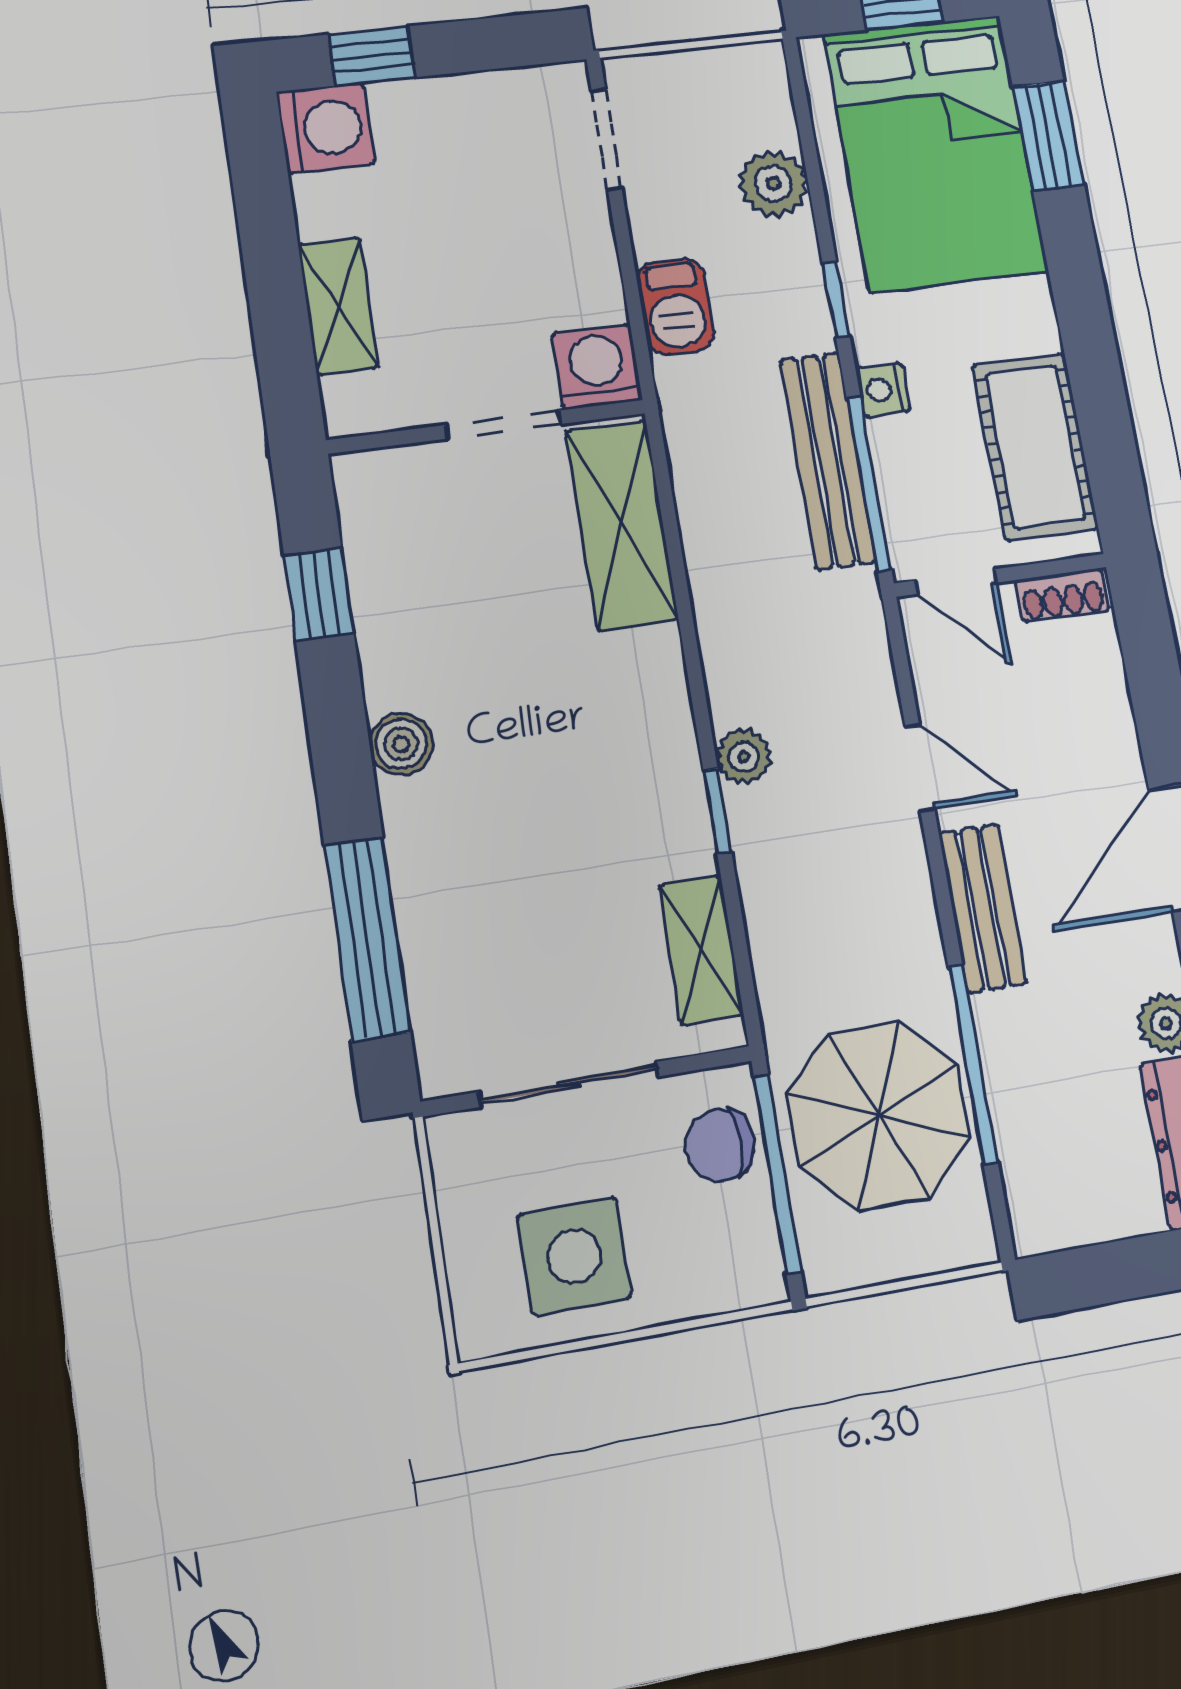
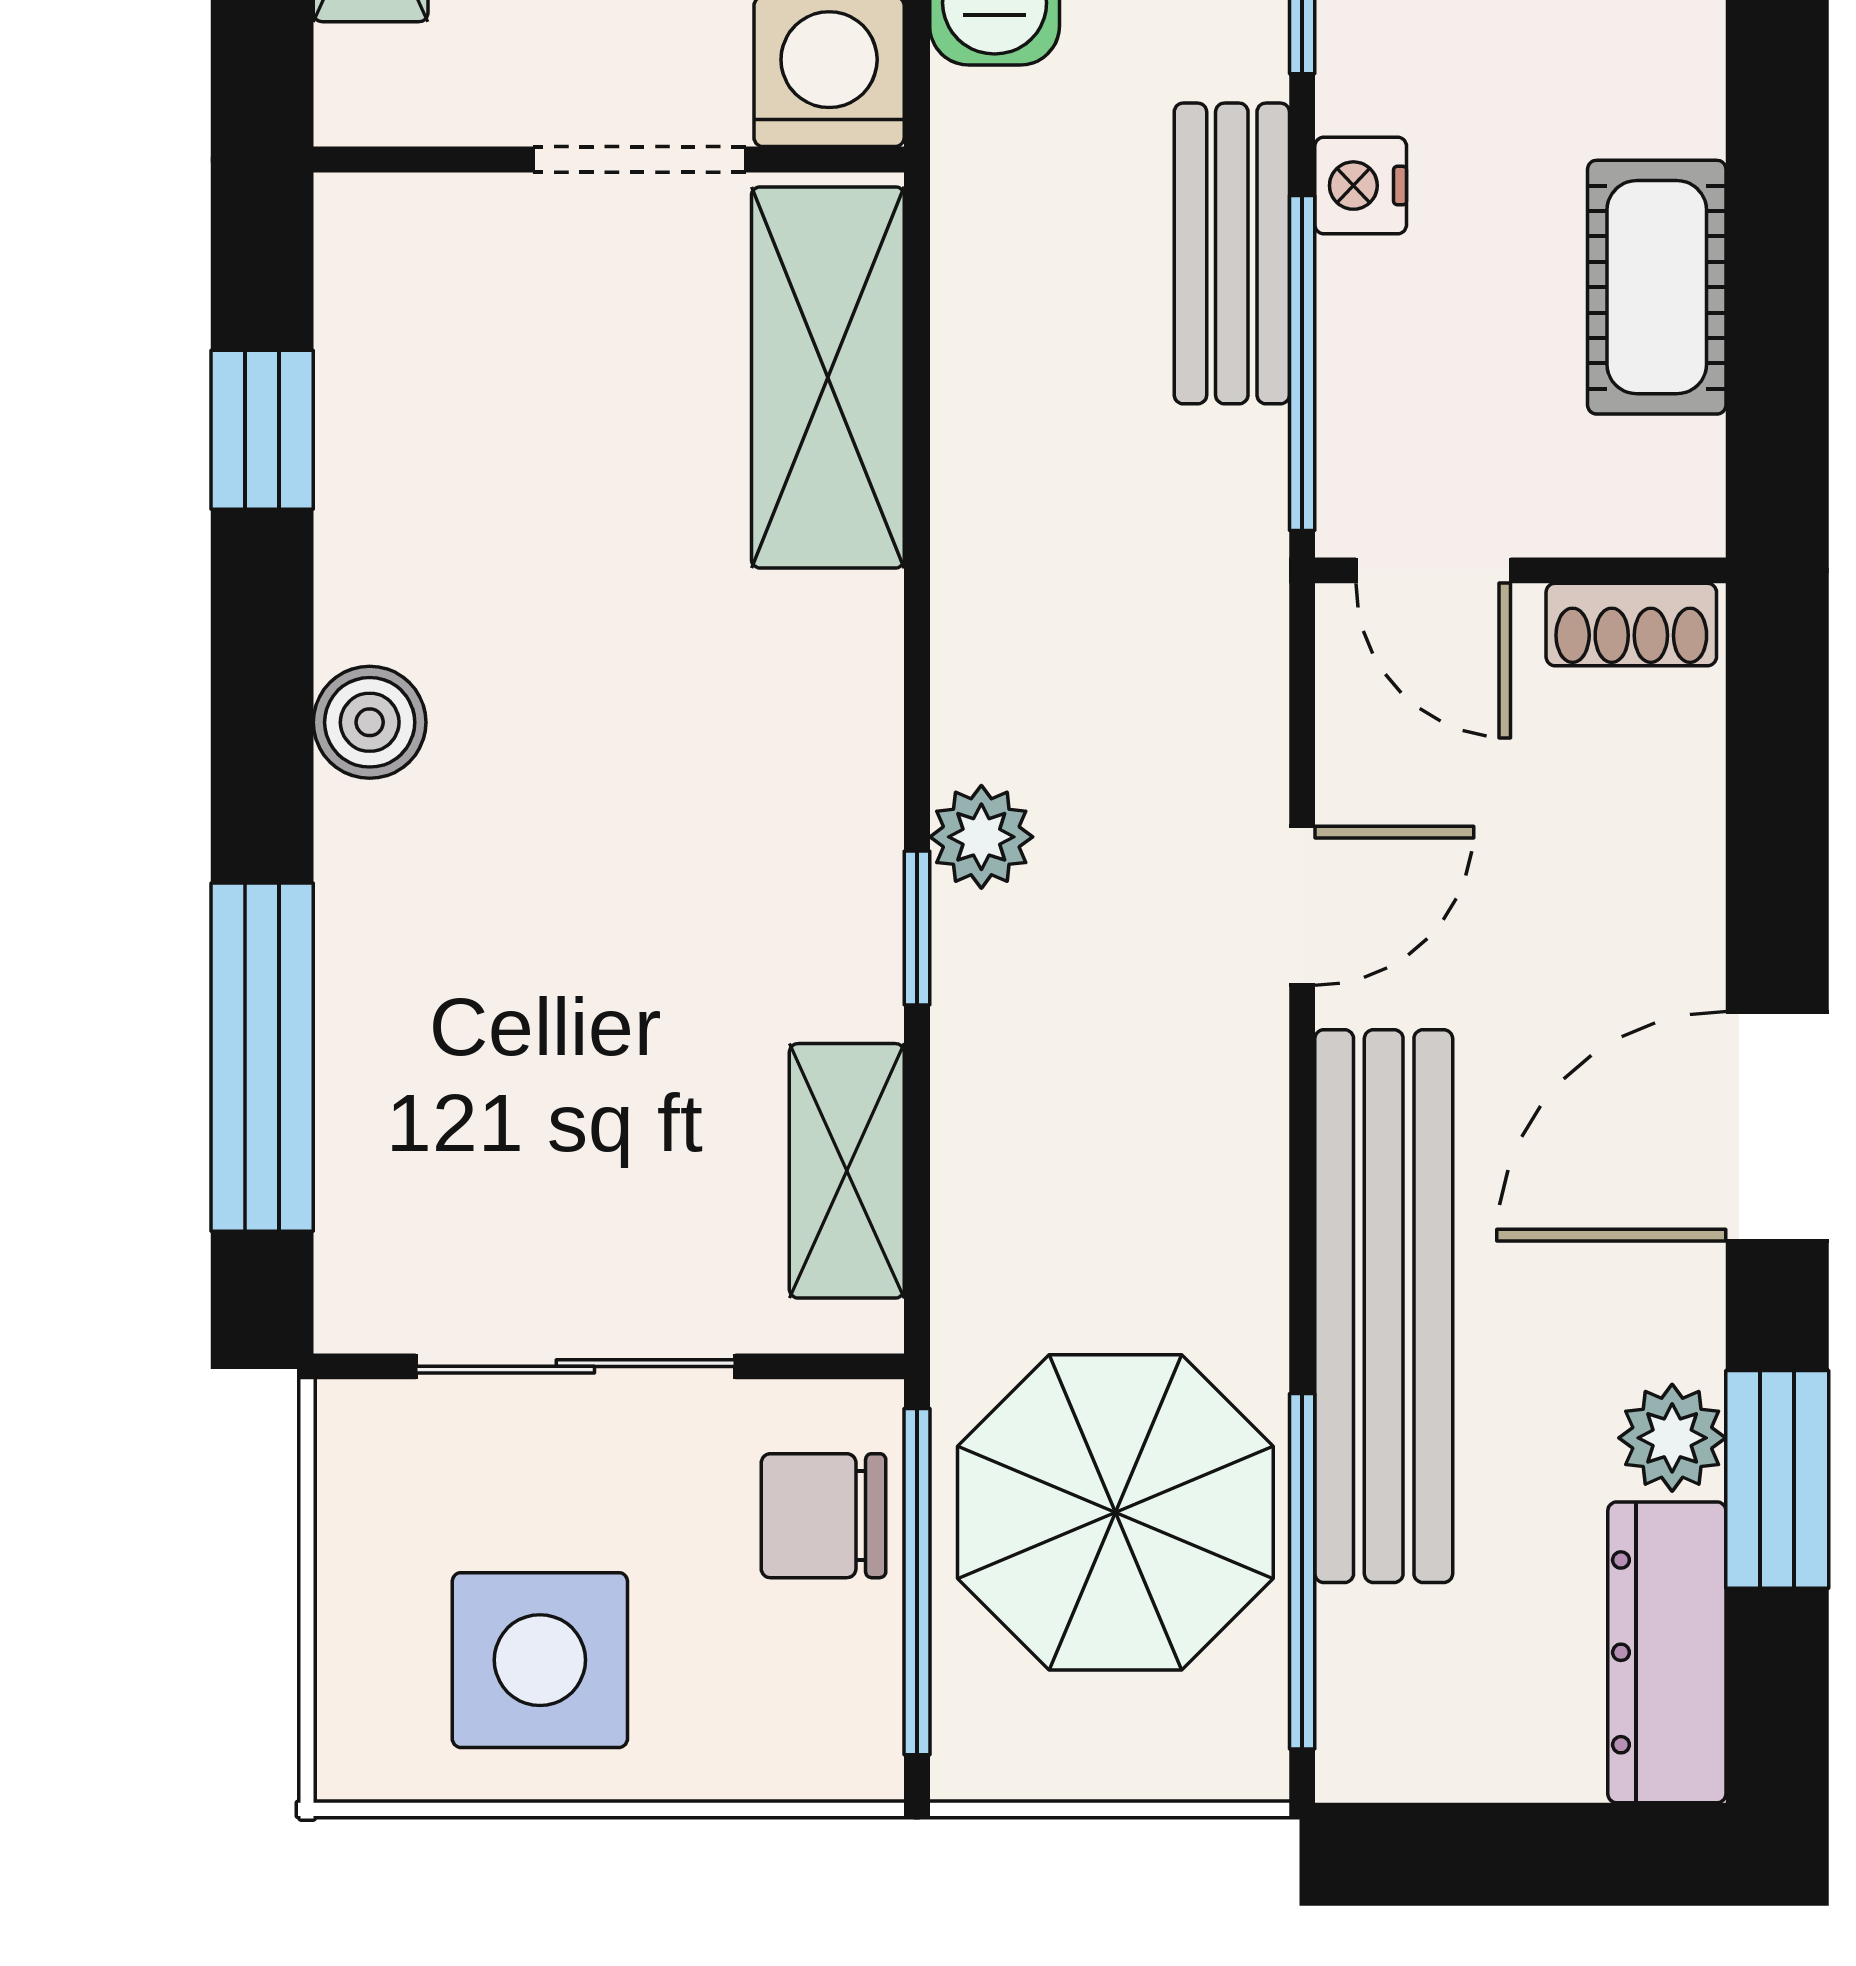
cot: (1035, 447) -> (1657, 287), width x0.73, depth x0.75
bench: (828, 461) -> (1232, 253), width x0.73
door: (920, 768) -> (1302, 906), hinge flipped
bench: (983, 908) -> (1384, 1306), width x1.86, depth x1.21
window: (973, 1064) -> (1302, 1571), moved

